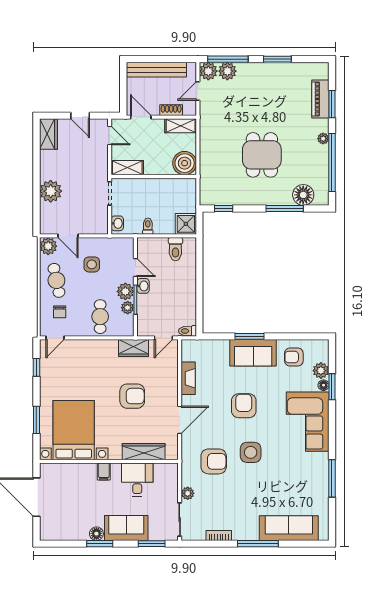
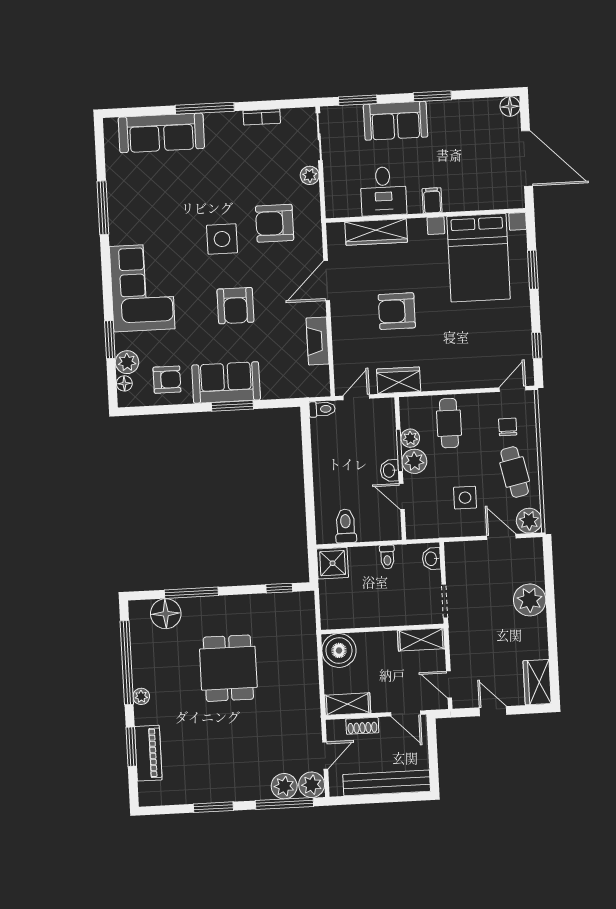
floor lamp: (324, 385) -> (124, 383), moved
floor lamp: (96, 534) -> (510, 107), moved

